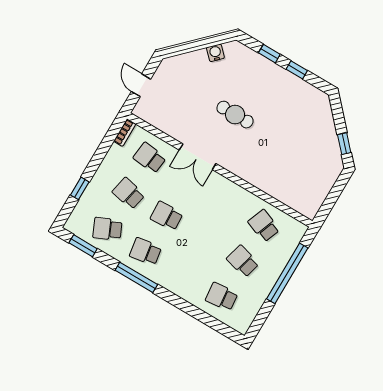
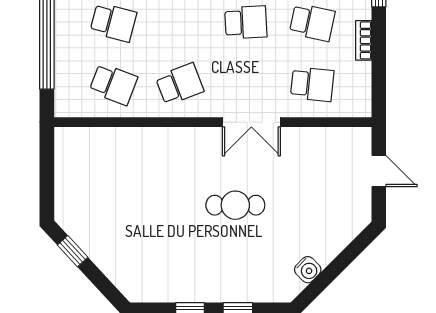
bookcase: (125, 133) -> (364, 40), moved
double door: (198, 157) -> (251, 122), swing flipped
school desk: (226, 203) -> (180, 84), added

